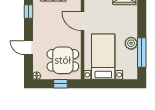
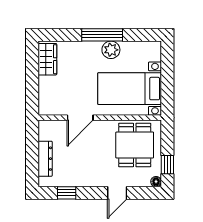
window: (142, 53) -> (102, 35), moved
window: (60, 84) -> (167, 165), moved

